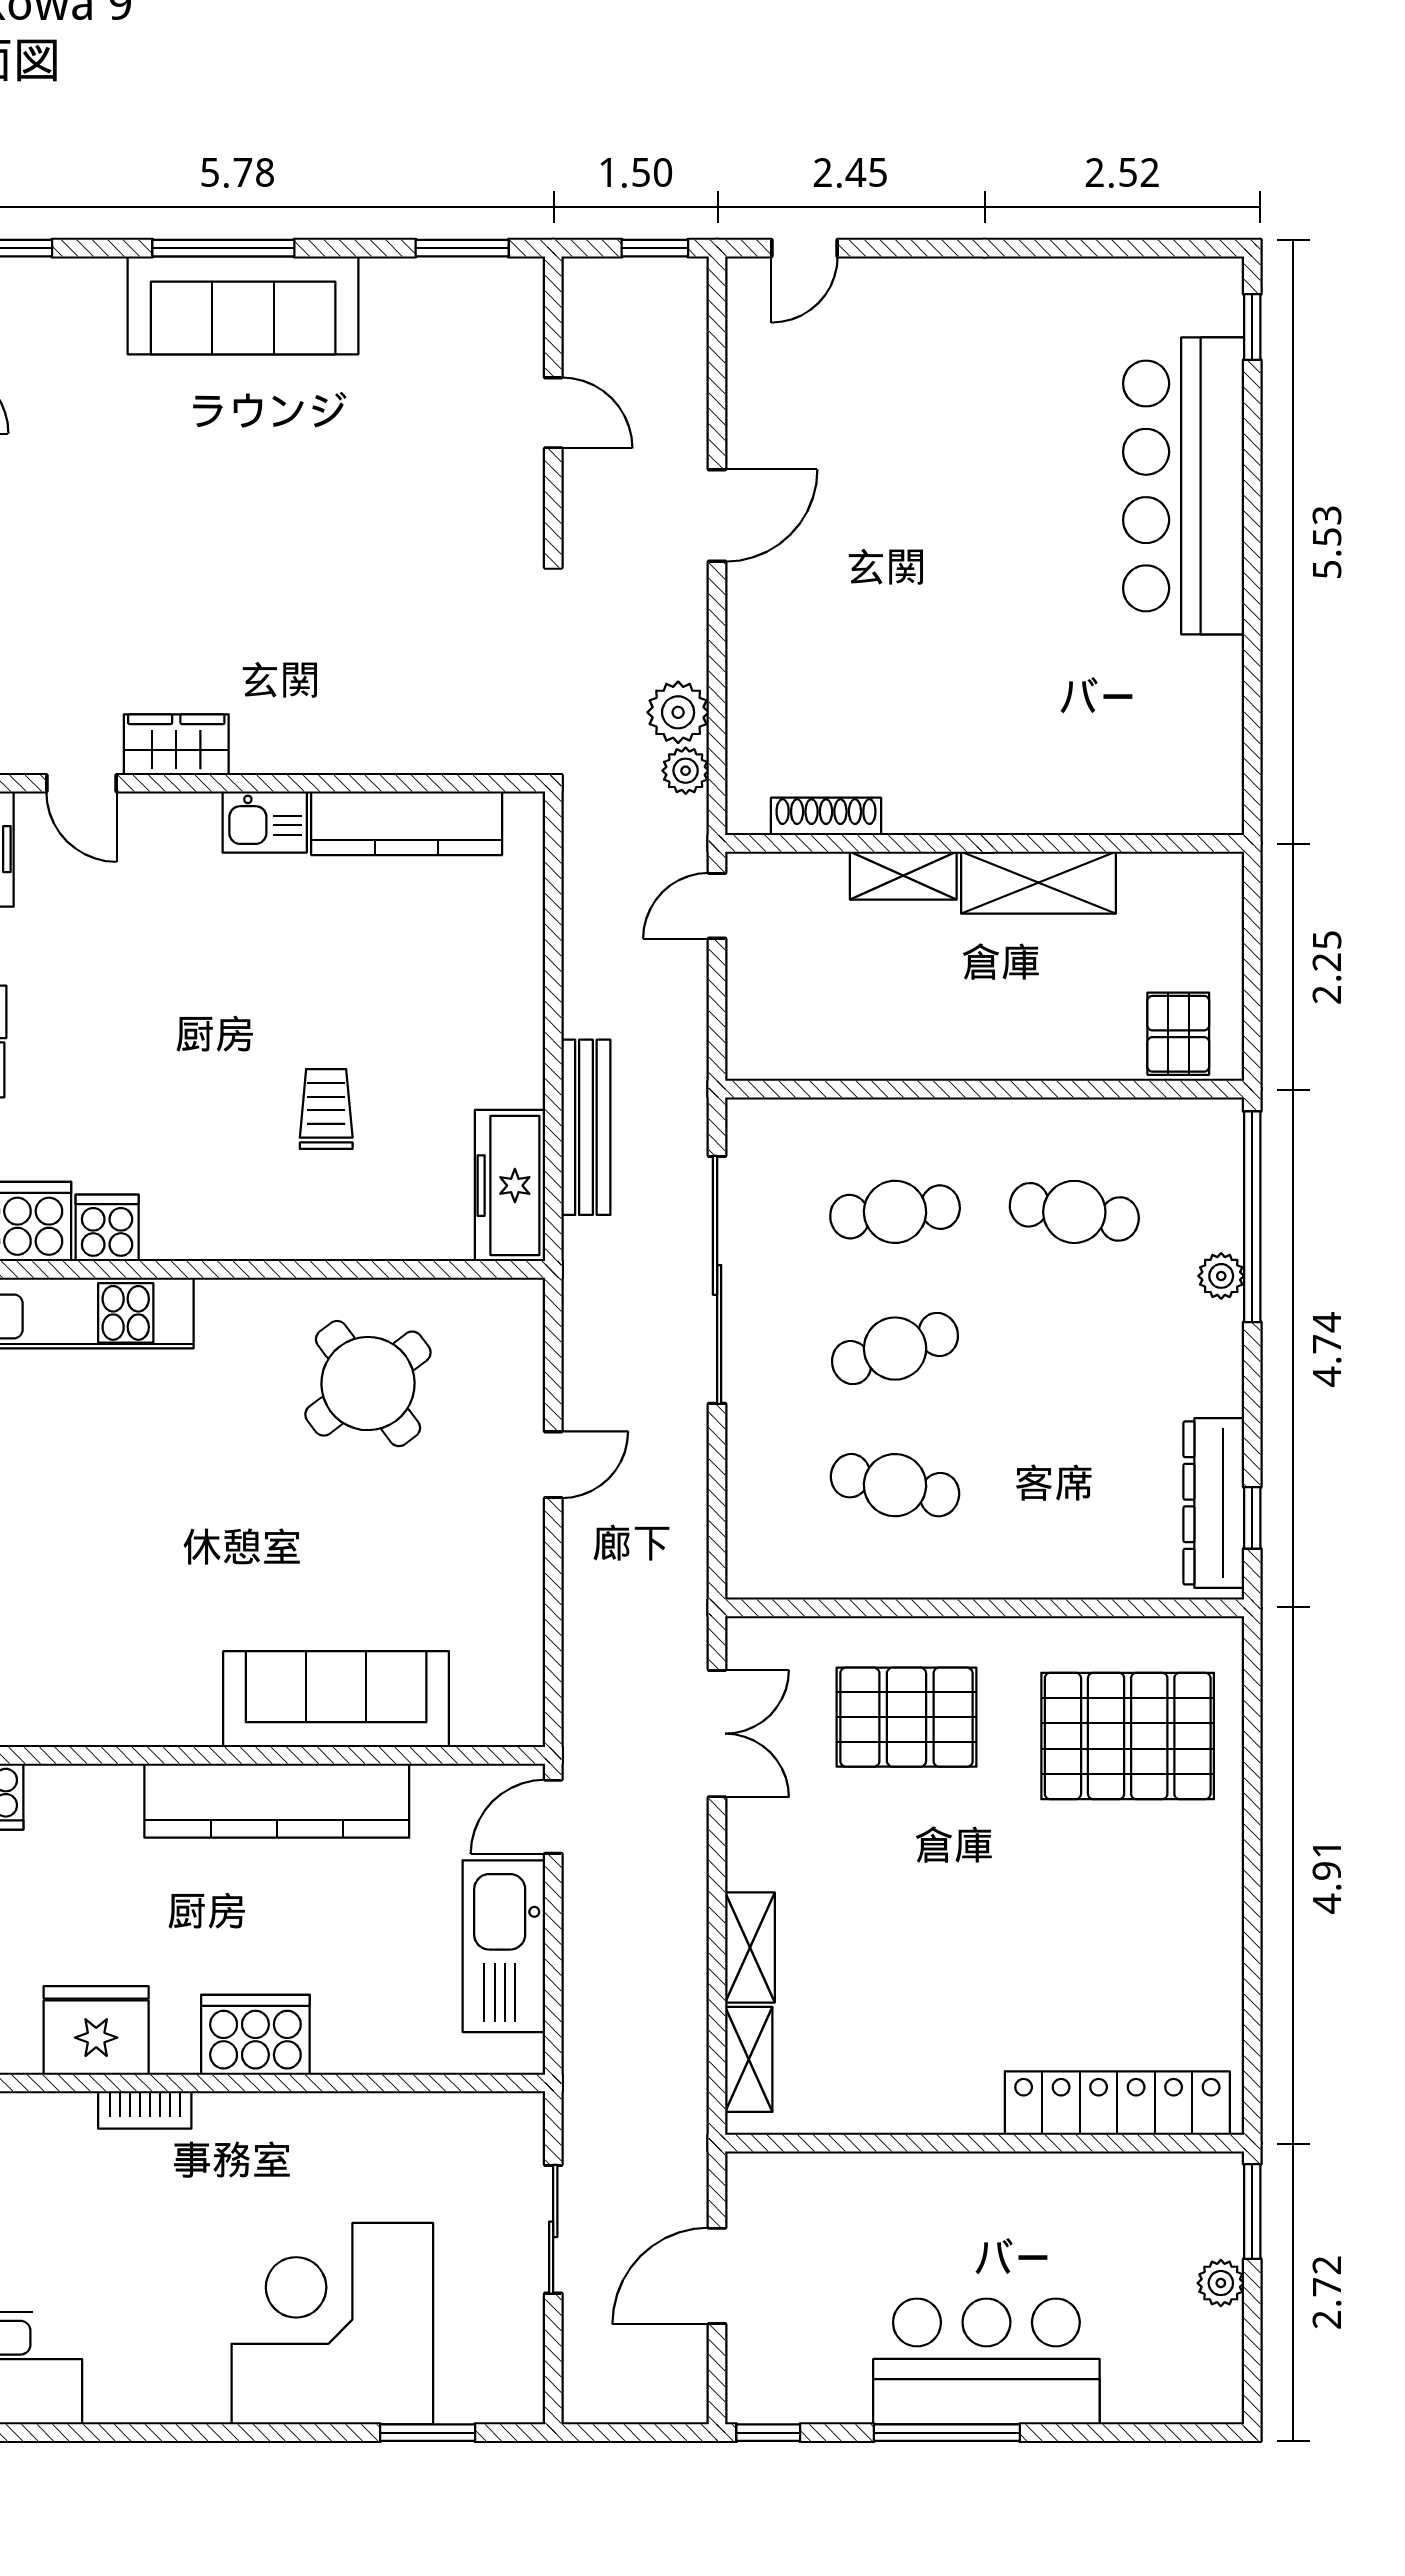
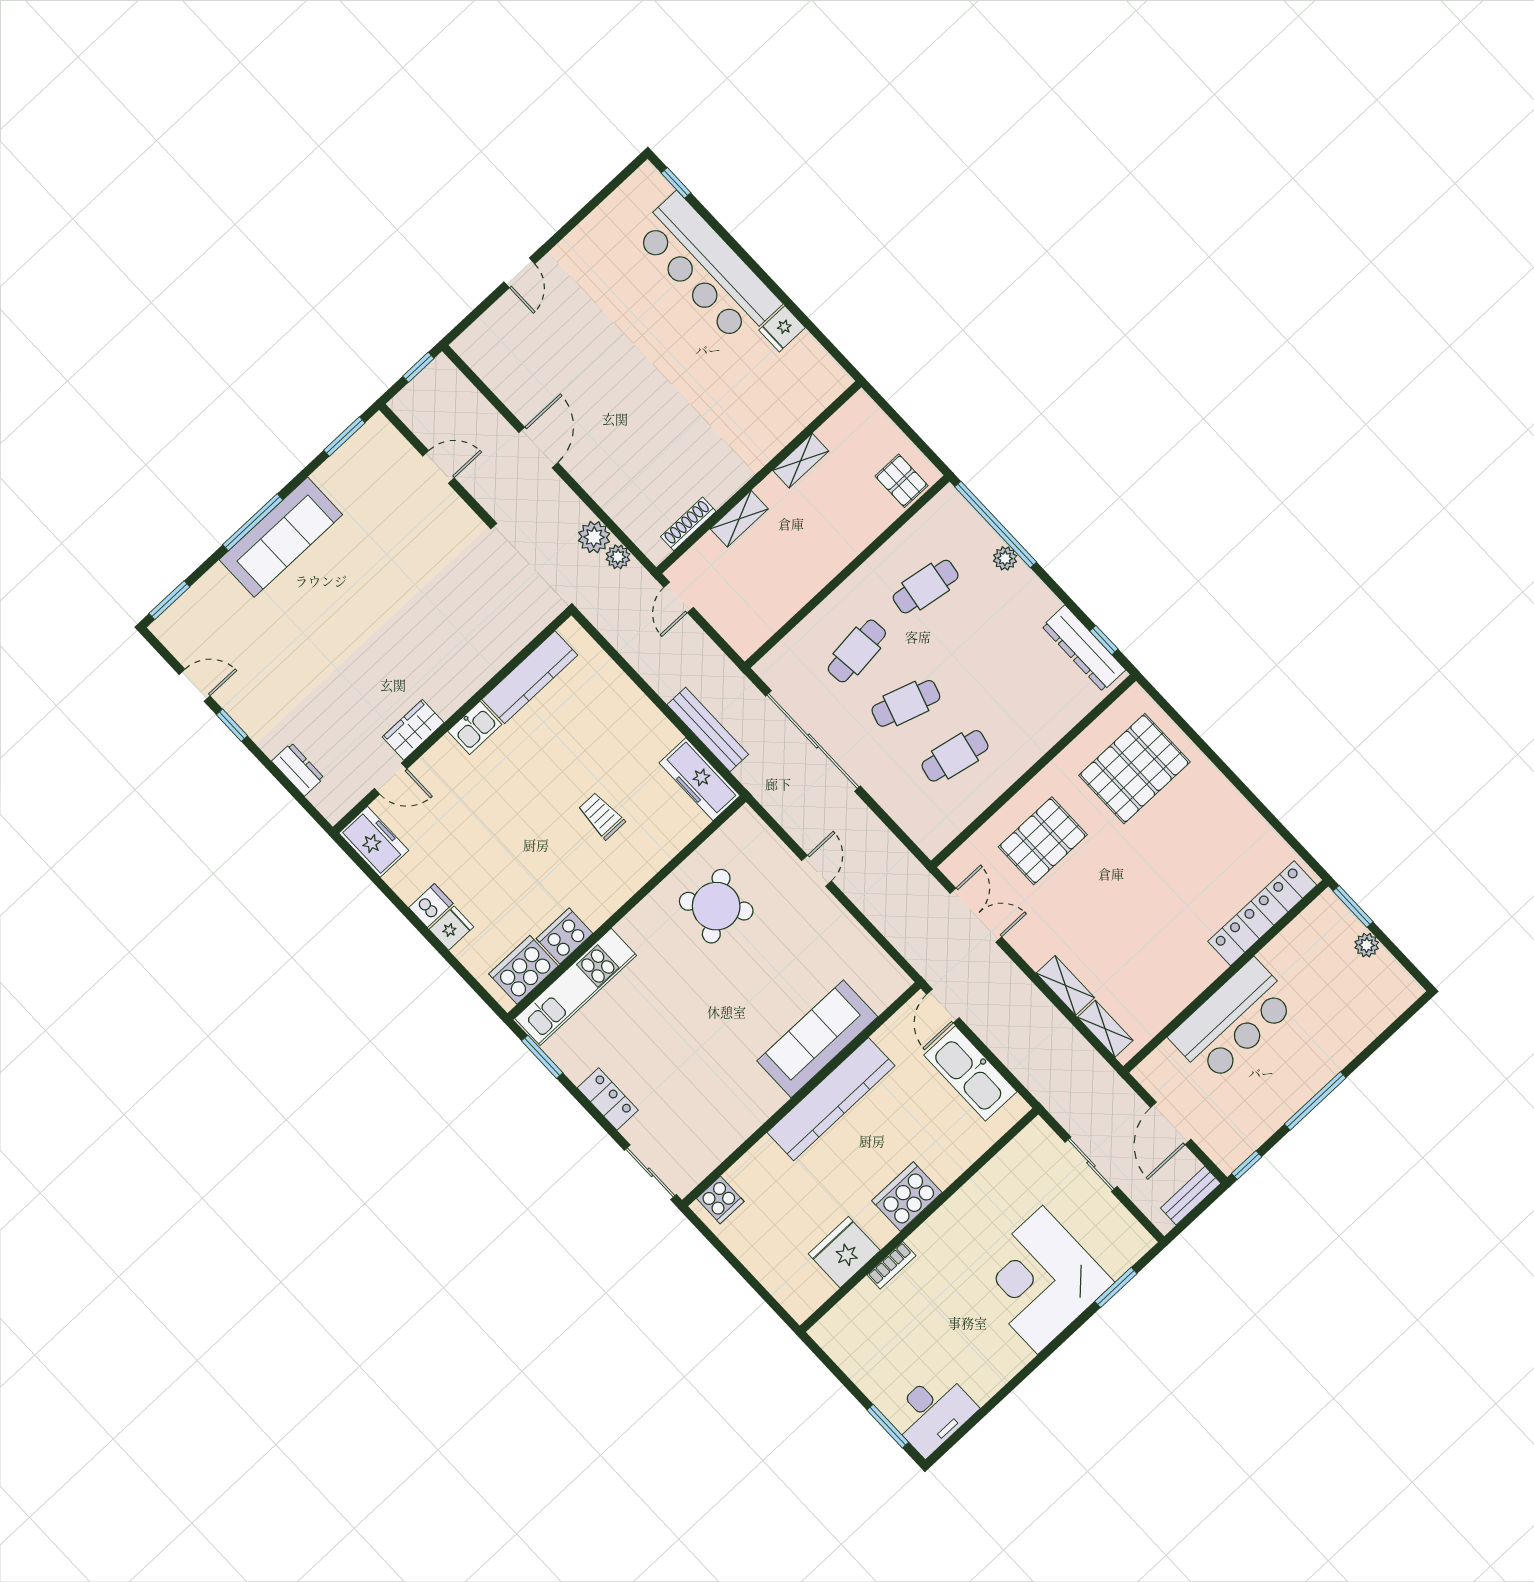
door: (805, 248) -> (519, 273), moved
fridge: (1210, 667) -> (782, 329), added
shelving: (1038, 883) -> (801, 461), width x0.67, depth x0.75
cooker: (107, 1228) -> (564, 936), width x1.36
cafe table: (895, 1349) -> (906, 703), turned 36
bar counter: (986, 2361) -> (1233, 1021), moved, turned 180
bench: (651, 2402) -> (1191, 1196), added

